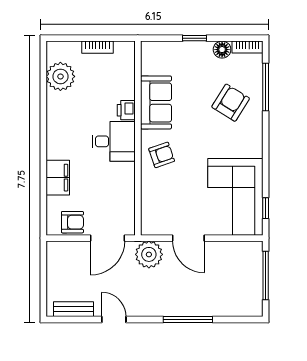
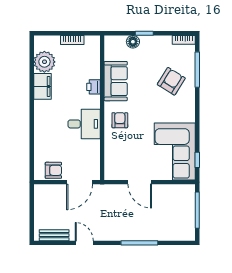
floor lamp: (222, 50) -> (133, 42), moved
desk: (114, 141) -> (84, 124), moved
armchair: (162, 155) -> (120, 120), turned -71
filing cabinet: (58, 178) -> (42, 86), moved
plant: (149, 254) -> (110, 194), removed

